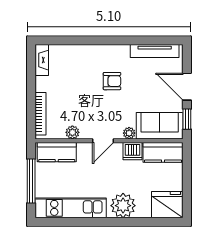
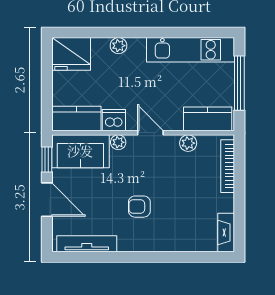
door: (103, 141) -> (150, 133), hinge flipped
plant: (123, 206) -> (119, 46), width x0.53, depth x0.53

